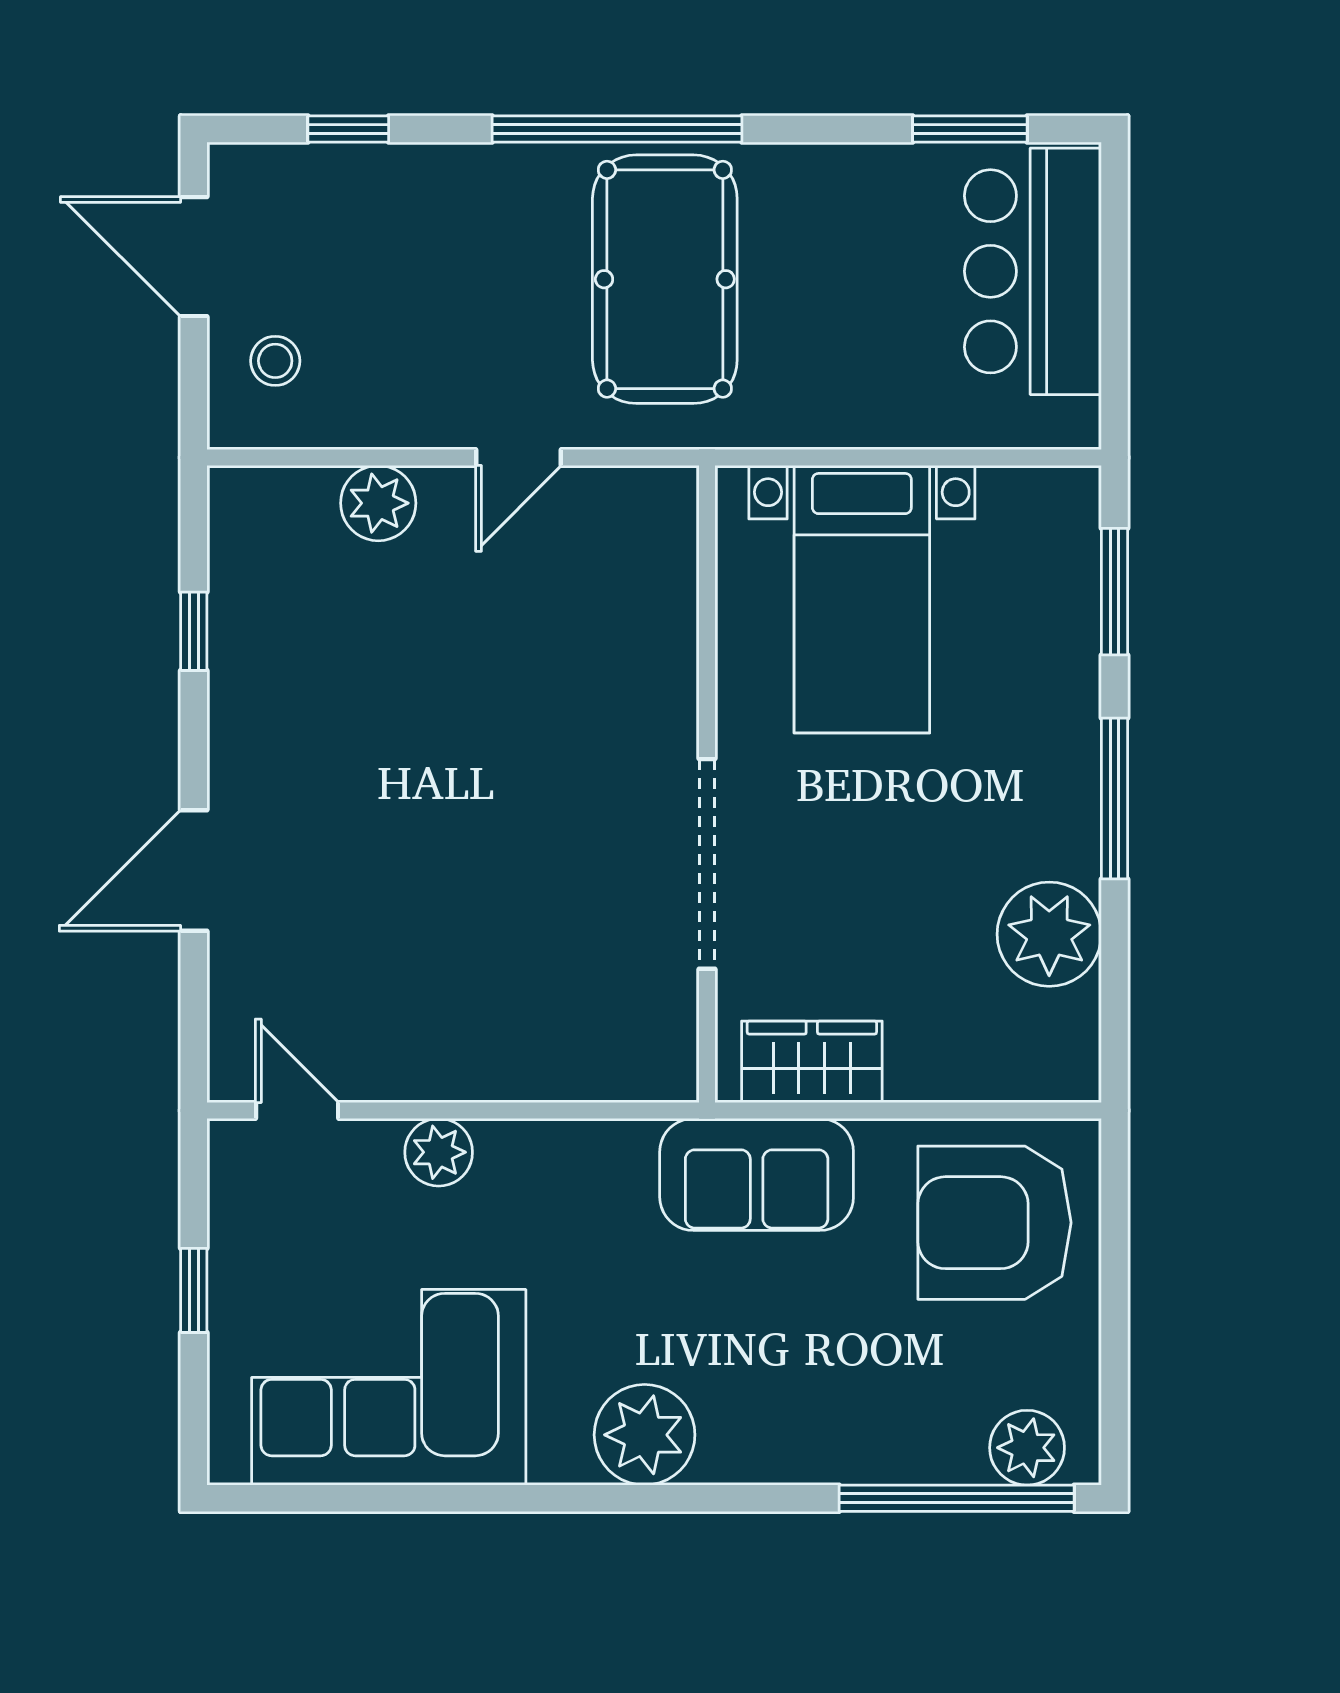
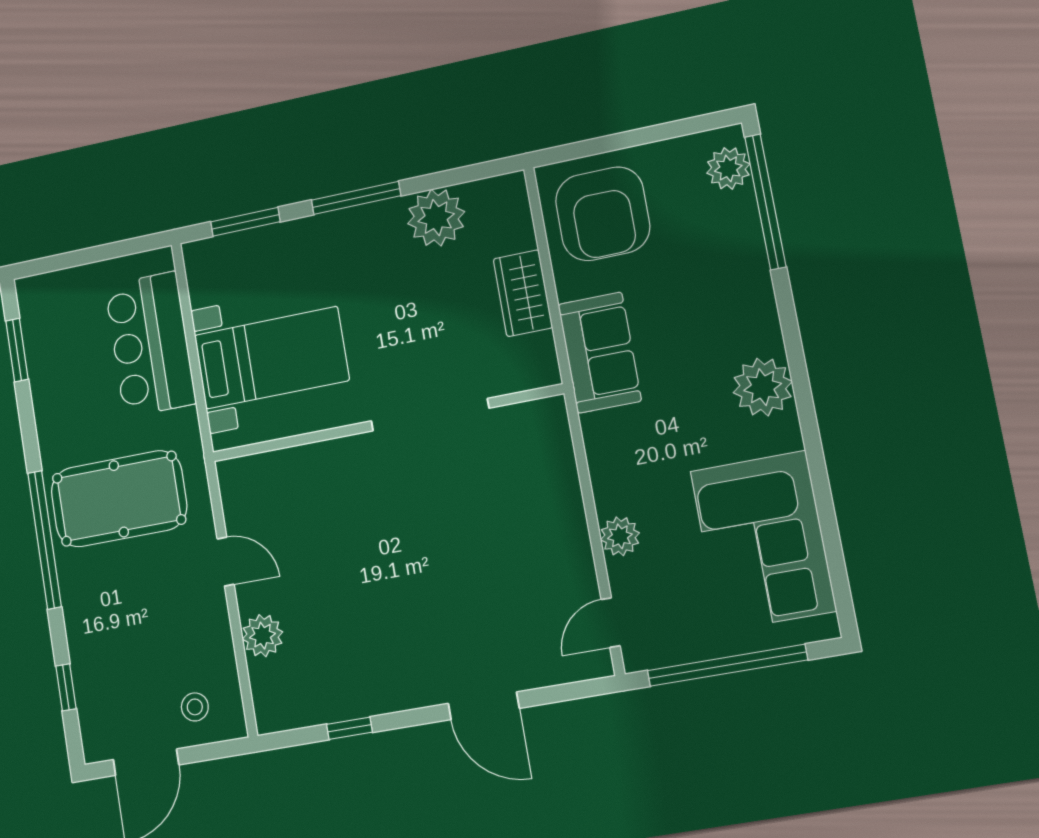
bar counter: (1033, 271) -> (150, 344), moved, turned 90
wardrobe: (812, 1062) -> (523, 293), moved
window: (194, 1290) -> (727, 665), width x3.17

